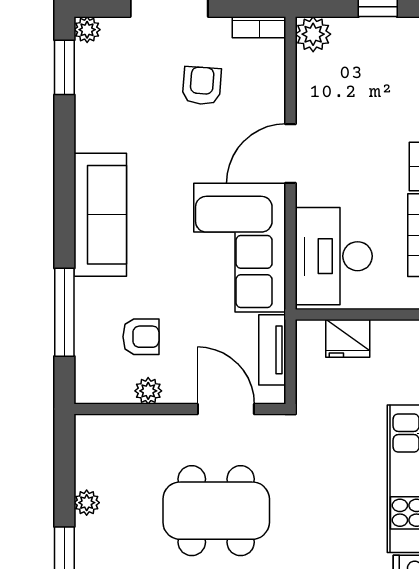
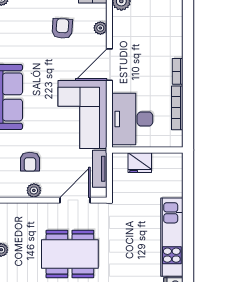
plant: (273, 85) -> (100, 28), added
armchair: (141, 337) -> (30, 162), turned 90
door: (226, 409) -> (75, 200), hinge flipped

